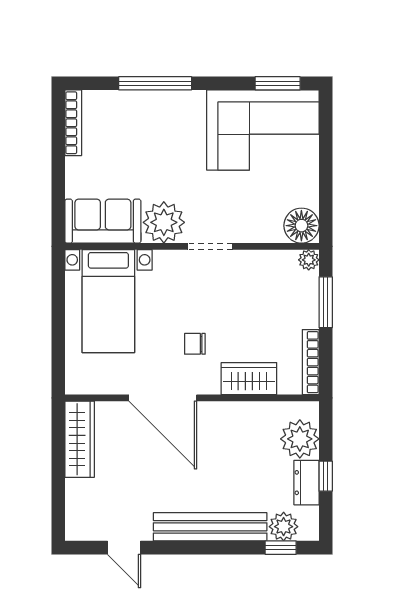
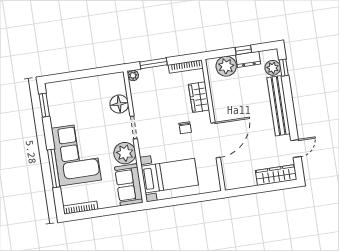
corner sofa: (263, 130) -> (76, 154), moved
floor lamp: (301, 226) -> (119, 104), moved
wardrobe: (80, 439) -> (276, 175), moved

